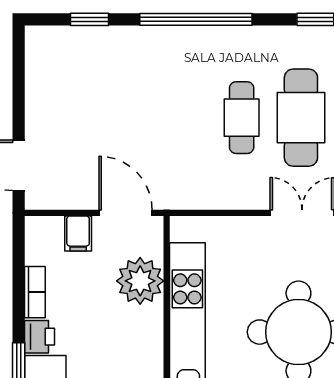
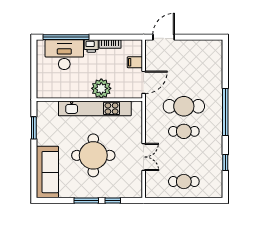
window: (90, 19) -> (225, 67), removed
cafe table: (301, 118) -> (184, 106), moved
plant: (140, 281) -> (101, 88), moved

